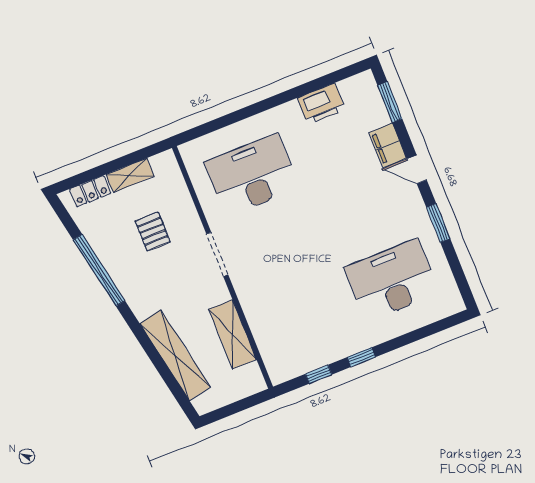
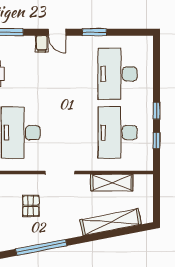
filing cabinet: (388, 145) -> (42, 44), width x0.50
door: (417, 169) -> (57, 32), hinge flipped
pallet: (153, 231) -> (31, 206), turned 90
desk: (307, 314) -> (118, 133), added

